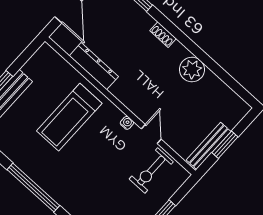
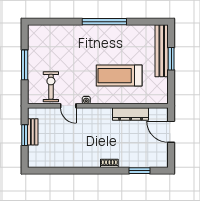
plant: (192, 69) -> (78, 159), removed
treadmill: (69, 117) -> (119, 76), turned -90
bench: (209, 146) -> (33, 132), width x0.73

